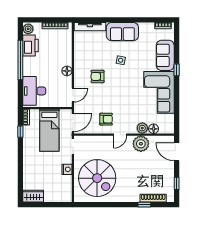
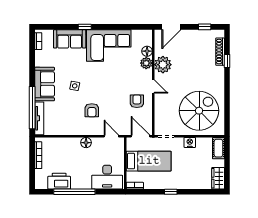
window: (100, 20) -> (32, 108), added
plant: (28, 29) -> (42, 183), removed
window: (20, 132) -> (171, 192), moved
cot: (62, 196) -> (218, 148), added

